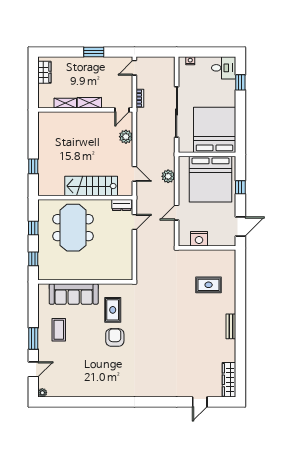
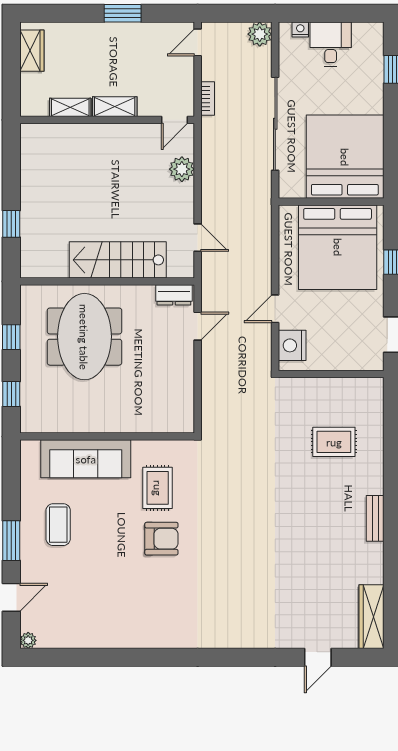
desk: (224, 68) -> (331, 44), moved, turned -90
plant: (168, 176) -> (260, 34), moved
nightstand: (199, 239) -> (292, 345), moved, turned 90
armchair: (115, 337) -> (161, 539), turned 90

